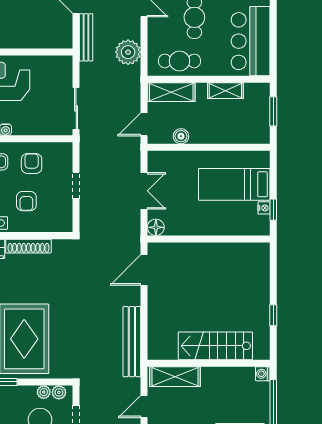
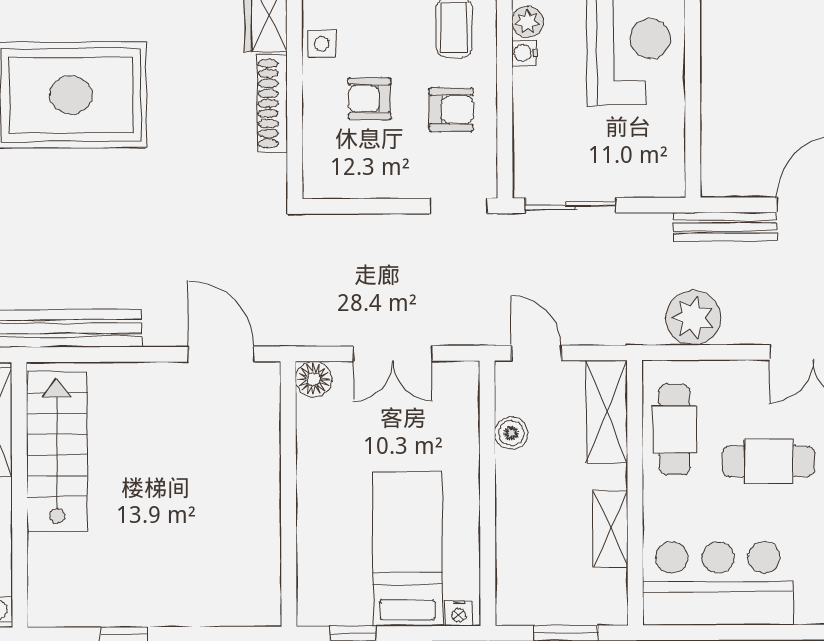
doorway: (76, 185) -> (458, 206), moved
nightstand: (264, 208) -> (459, 613), moved
stairs: (215, 346) -> (57, 452), moved

